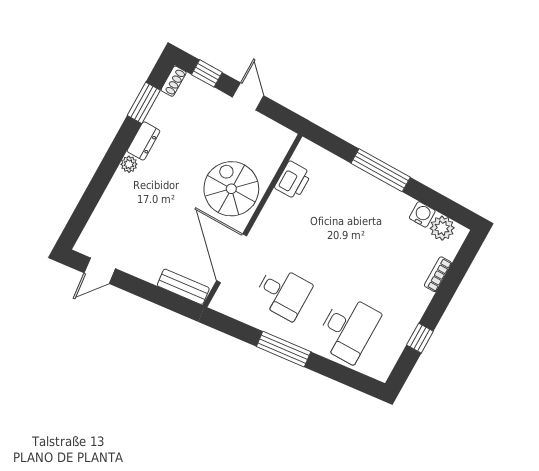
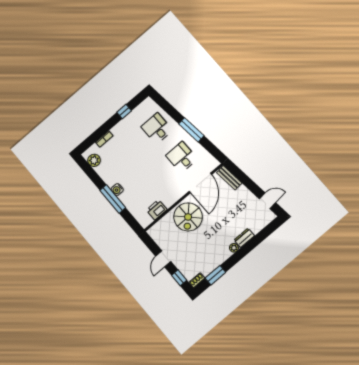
dresser: (144, 141) -> (244, 238), moved
water cooler: (422, 214) -> (117, 190), moved
desk: (348, 329) -> (157, 128), width x0.73

